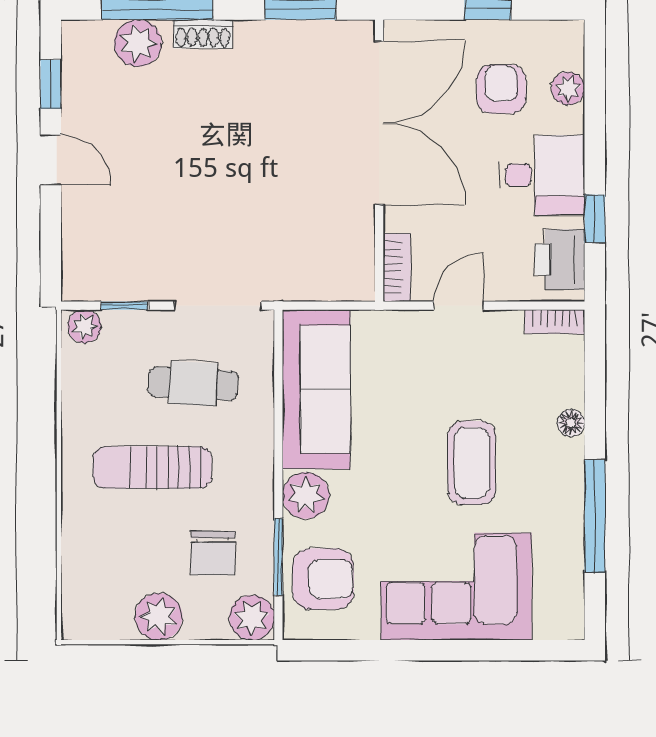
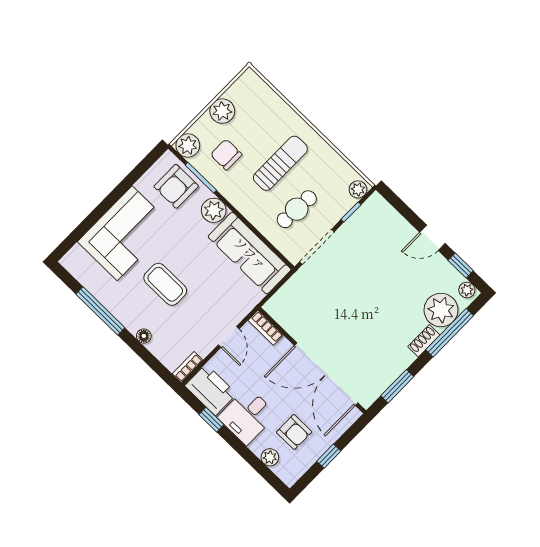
plant: (76, 43) -> (467, 290), added
plant: (138, 43) -> (441, 310), width x1.36, depth x1.36
printer: (560, 260) -> (211, 390), width x1.37, depth x1.19

